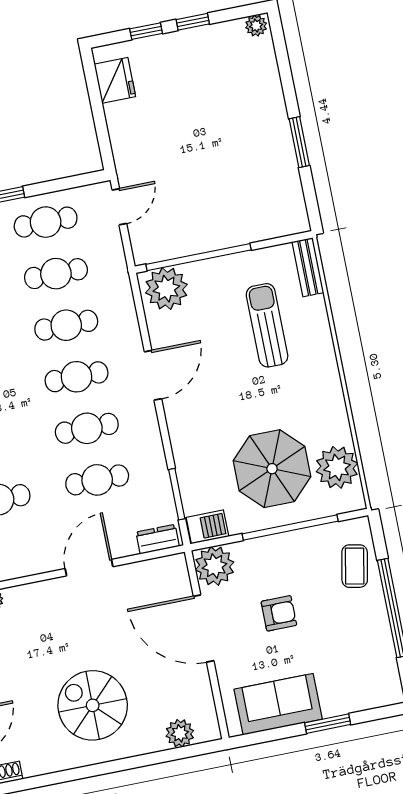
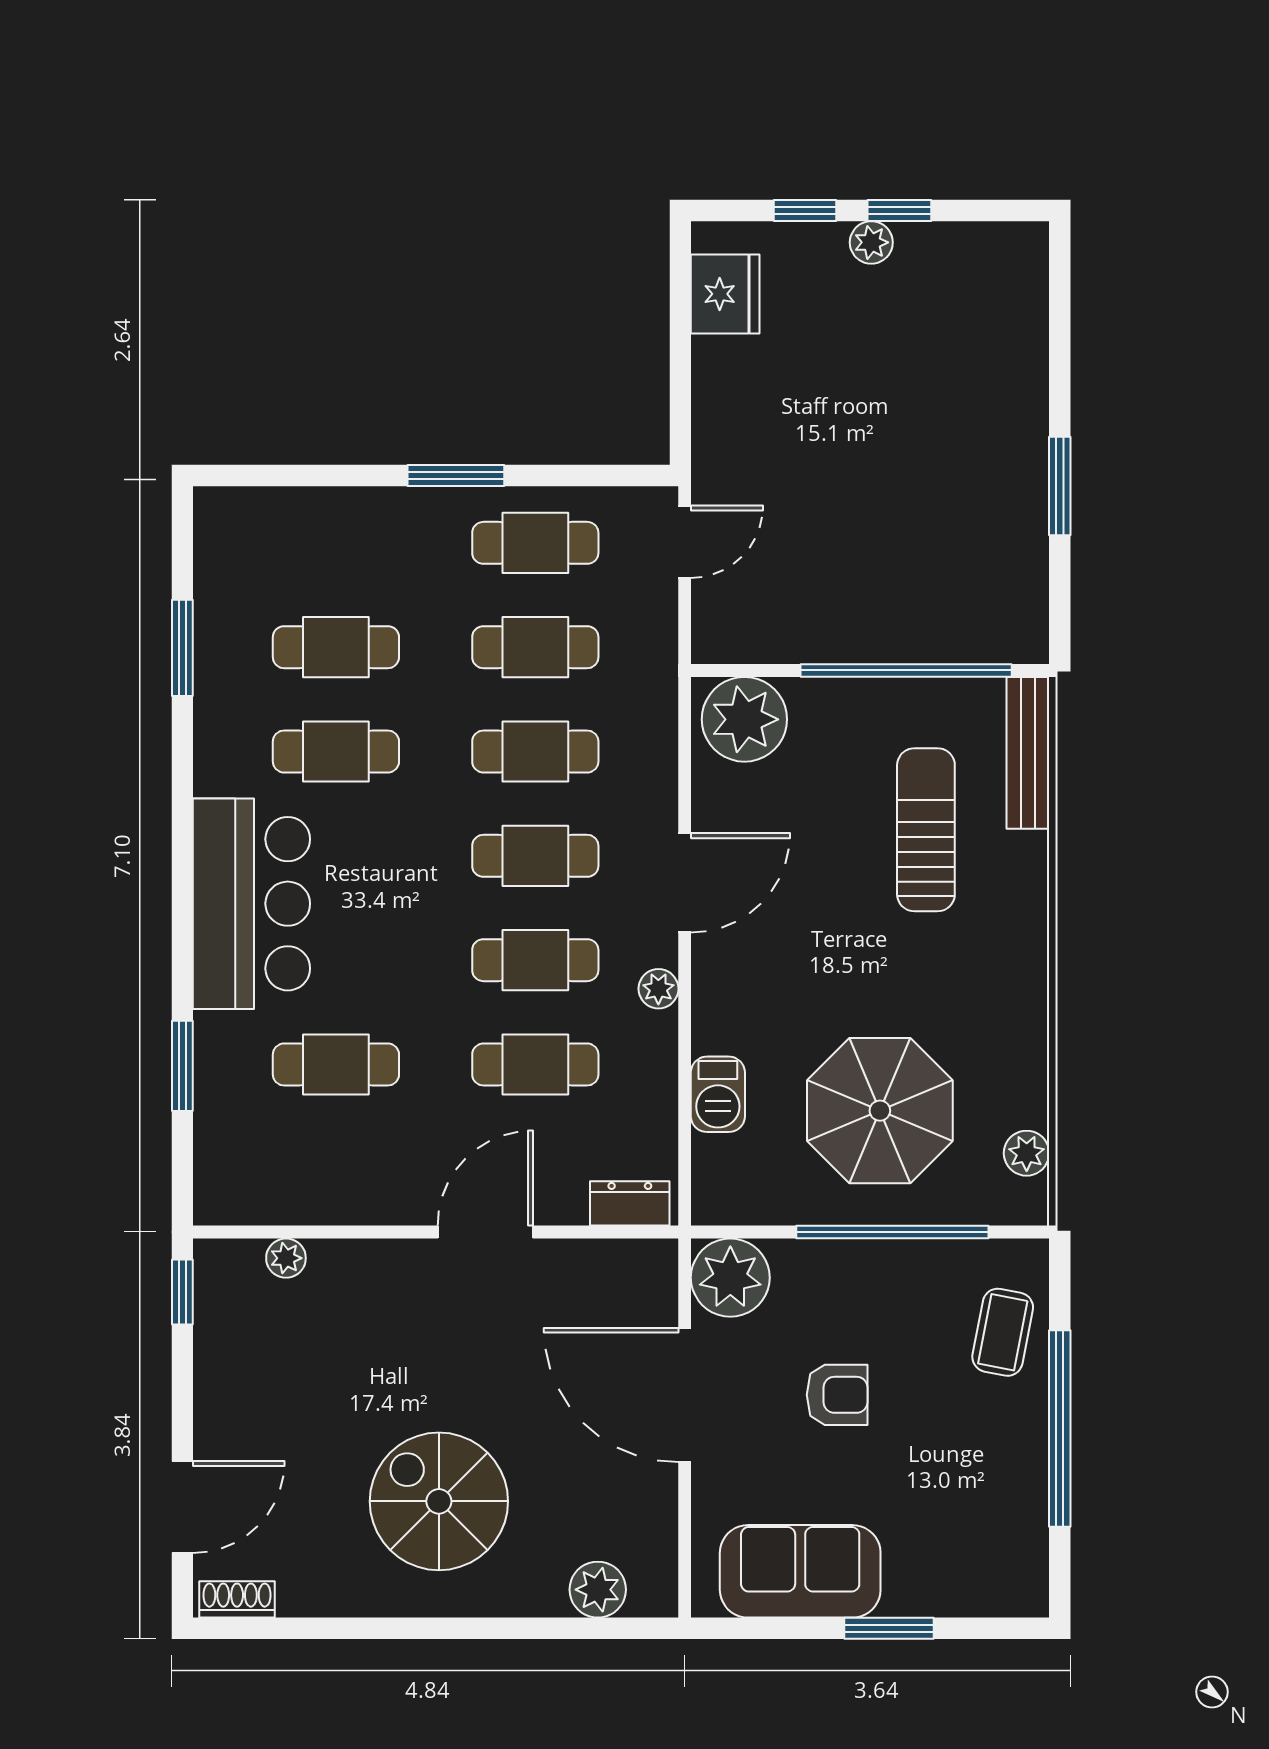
plant: (256, 26) -> (871, 242), moved
window: (198, 257) -> (906, 670), moved
bench: (308, 267) -> (1028, 753), width x1.36
plant: (151, 430) -> (658, 989), added
plant: (337, 467) -> (1027, 1153), width x0.53, depth x0.53
window: (177, 494) -> (685, 1123), removed
barbecue: (207, 527) -> (718, 1094), moved, turned 90

